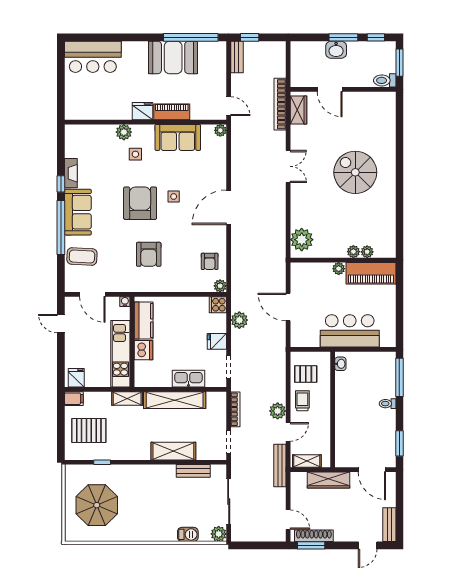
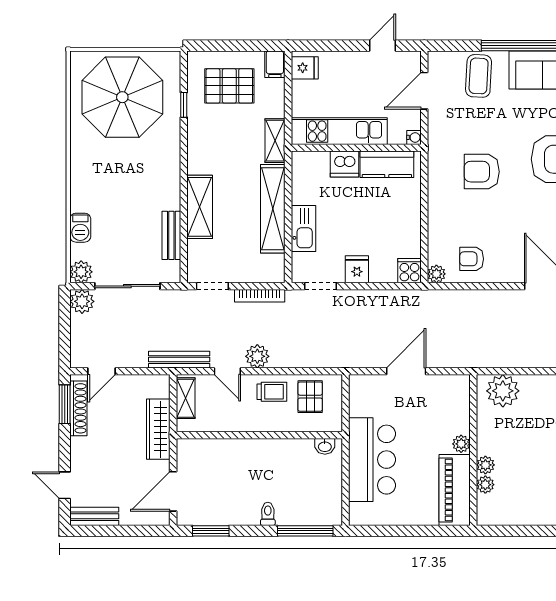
plant: (239, 320) -> (82, 301), moved
pallet: (89, 430) -> (229, 86), turned 90
parasol: (97, 505) -> (122, 97), width x1.36, depth x1.36

